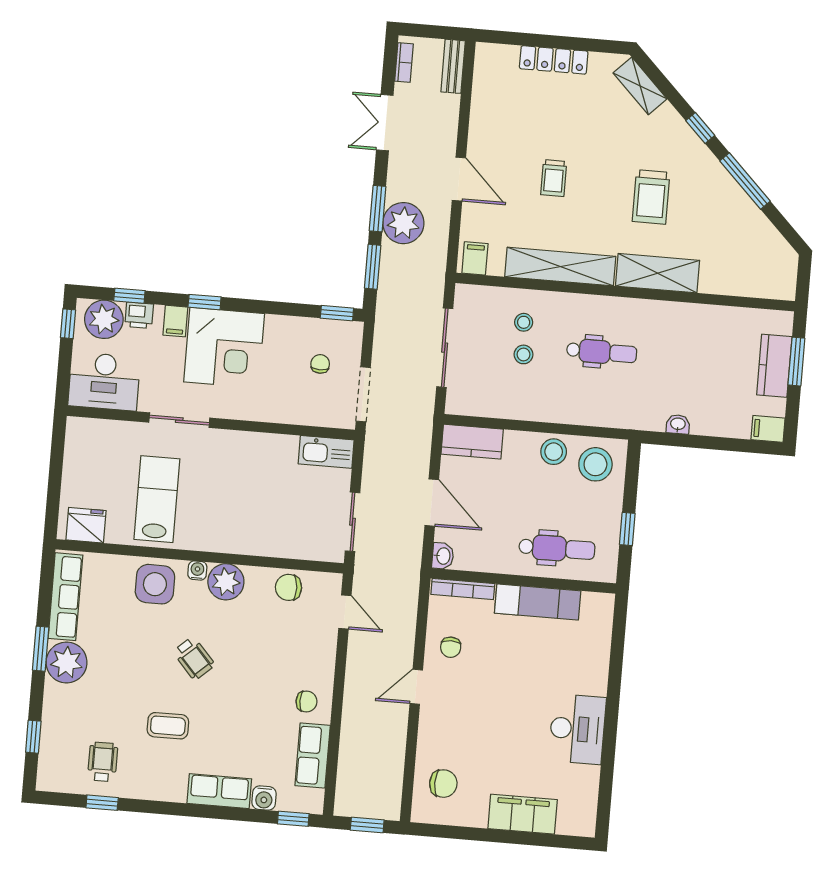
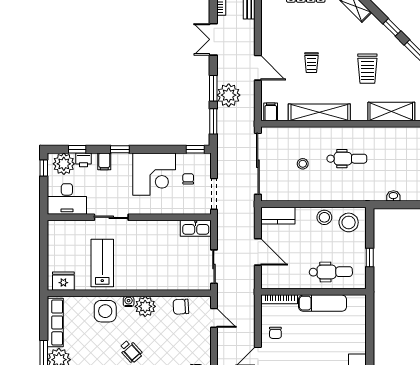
shelving: (657, 273) -> (391, 111), moved
stool: (524, 322) -> (301, 146), removed
corner desk: (224, 348) -> (154, 174), moved
sliding door: (445, 348) -> (258, 164), width x1.36
washbasin: (443, 556) -> (267, 282), removed

